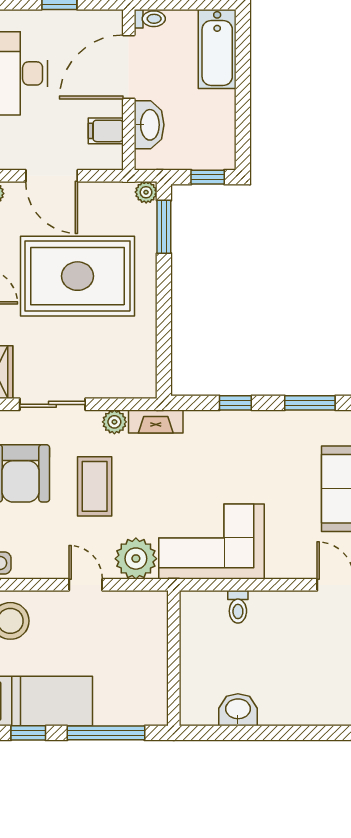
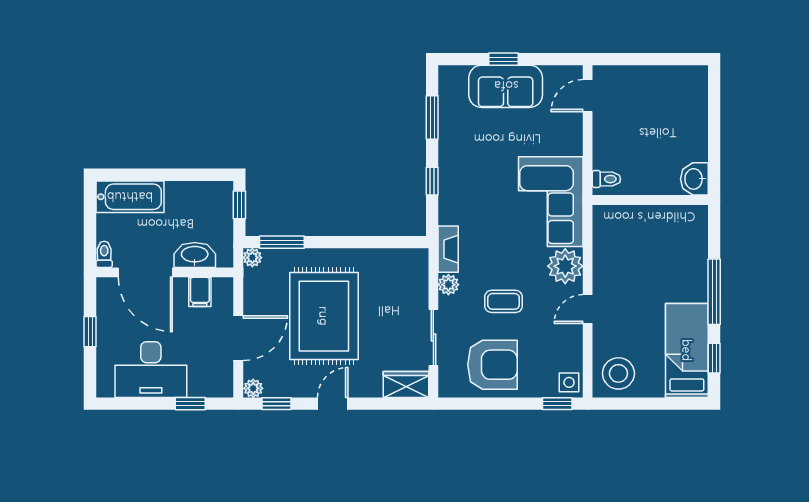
coffee table: (95, 486) -> (504, 301), width x0.73, depth x0.77
wall: (174, 658) -> (650, 200), moved

